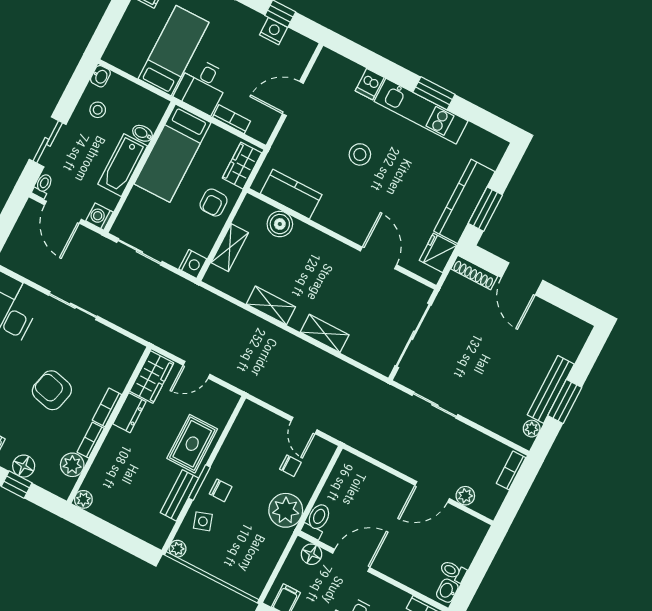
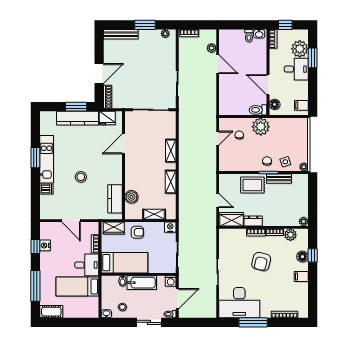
bench: (551, 389) -> (121, 34), moved

